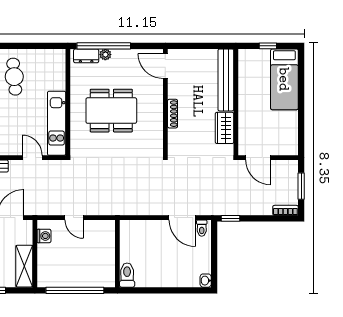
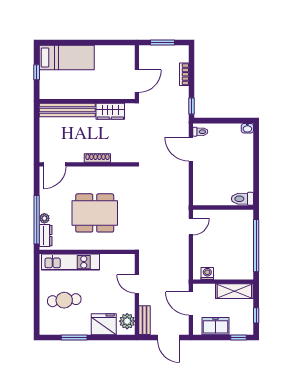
dining table: (111, 111) -> (95, 213), turned 90
kitchen unit: (57, 123) -> (71, 262), moved
door: (32, 158) -> (137, 284), hinge flipped
bookcase: (285, 210) -> (184, 74), moved
door: (74, 218) -> (191, 227), moved
door: (182, 218) -> (191, 149), swing flipped

